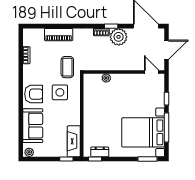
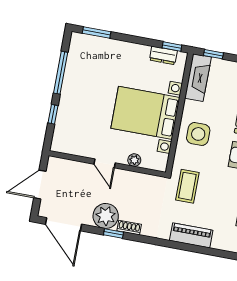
door: (152, 72) -> (105, 163), moved
side table: (60, 92) -> (198, 134), moved
bed with nightstands: (143, 132) -> (145, 113), moved, turned 180

